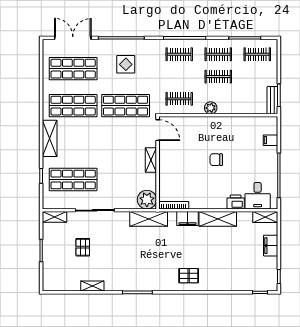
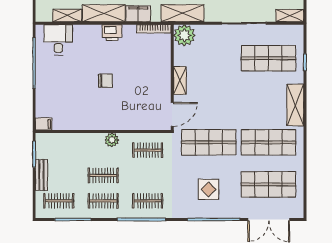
bench: (272, 100) -> (41, 175), moved
door: (158, 130) -> (172, 114), swing flipped
filing cabinet: (271, 140) -> (44, 124), moved
printer: (236, 202) -> (112, 33), moved
shelving: (265, 217) -> (67, 15), moved

